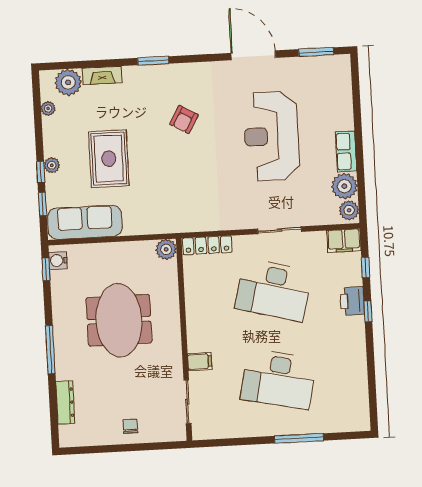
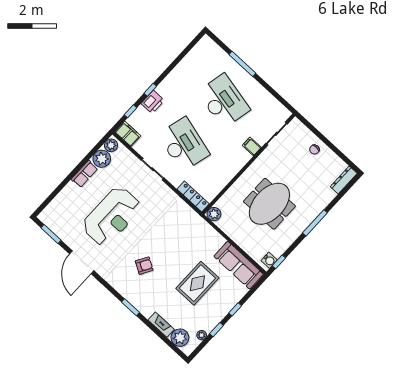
plant: (52, 165) -> (227, 307), removed
window: (42, 204) -> (216, 330), moved
dresser: (65, 402) -> (344, 180), moved

